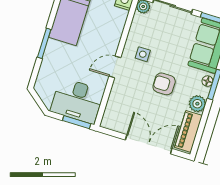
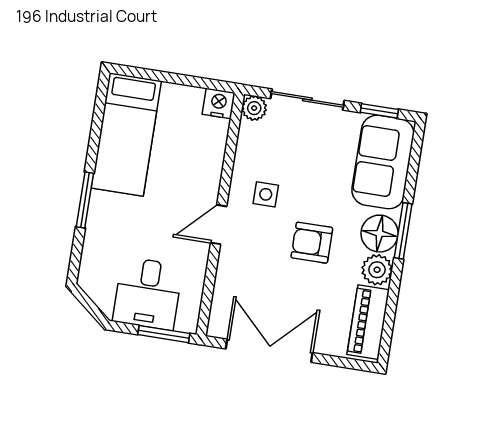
floor lamp: (207, 81) -> (380, 234), width x1.89, depth x1.89
desk: (77, 101) -> (148, 293), width x0.73
double door: (149, 144) -> (269, 351), moved

